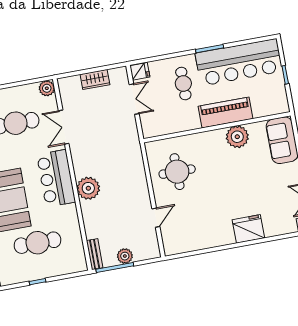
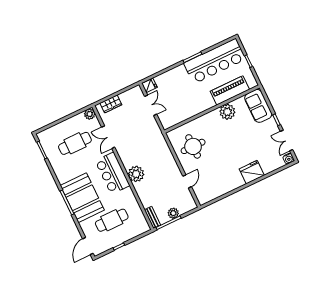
wardrobe: (95, 79) -> (111, 104), moved
cafe table: (183, 84) -> (181, 86), removed
piano: (226, 113) -> (230, 90), moved

